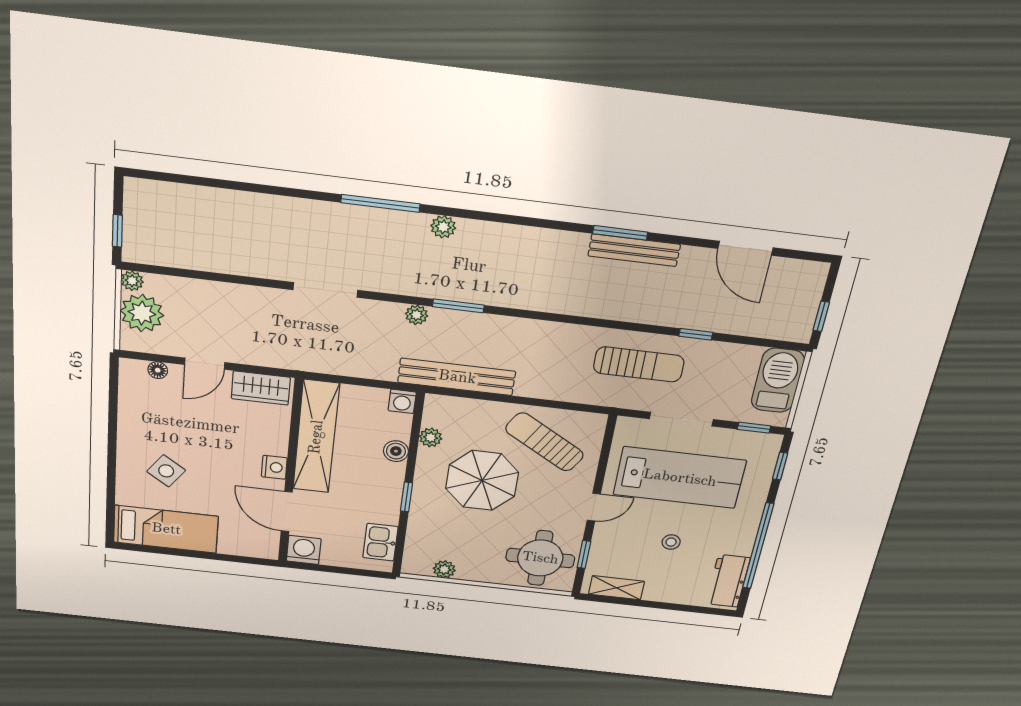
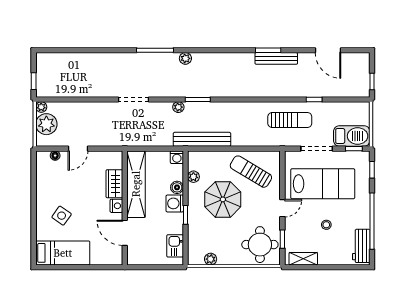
barbecue: (778, 380) -> (352, 136), moved, turned 90
wardrobe: (261, 388) -> (114, 184), moved, turned 90
washing machine: (304, 550) -> (175, 203), moved, turned -90

